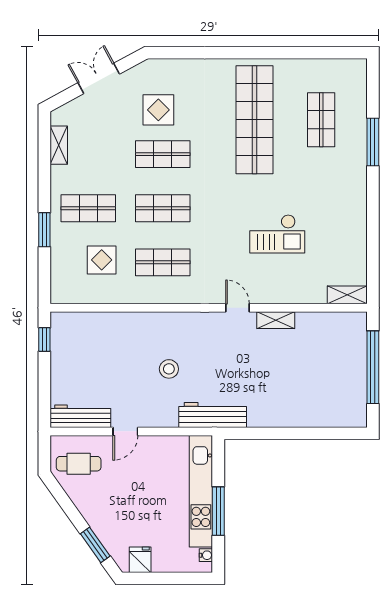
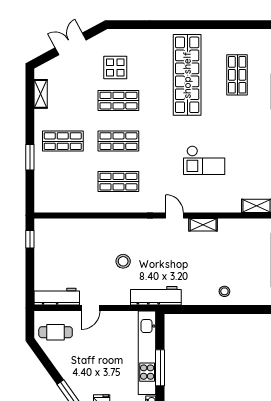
display table: (102, 260) -> (73, 180), removed
stool: (304, 409) -> (224, 291), added

